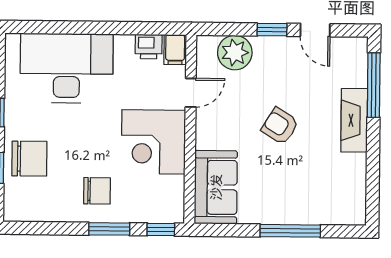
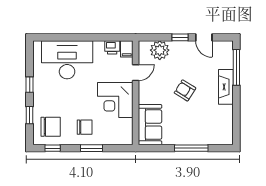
chair: (29, 159) -> (51, 127), moved
window: (161, 229) -> (53, 148), moved

